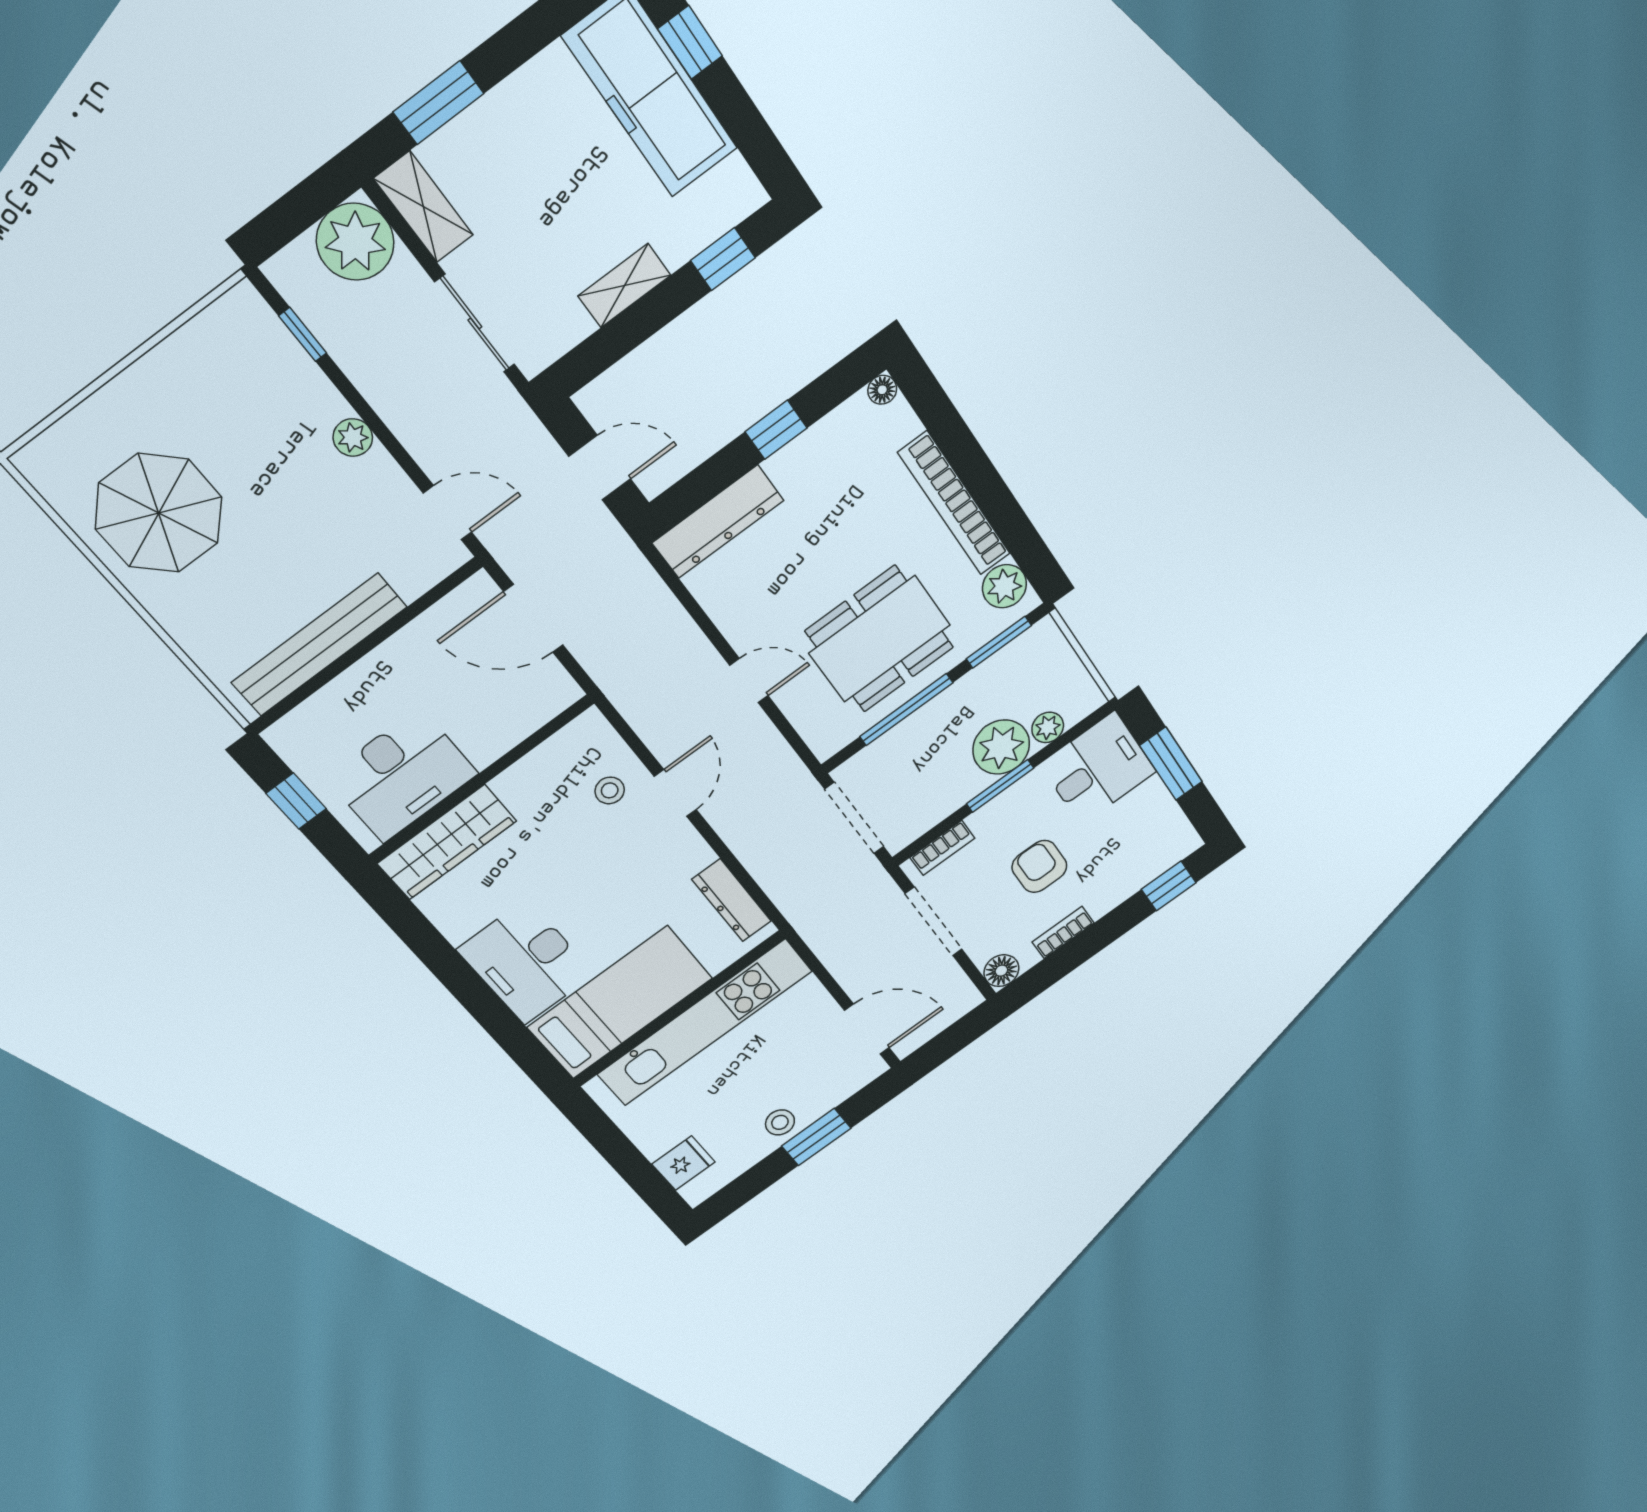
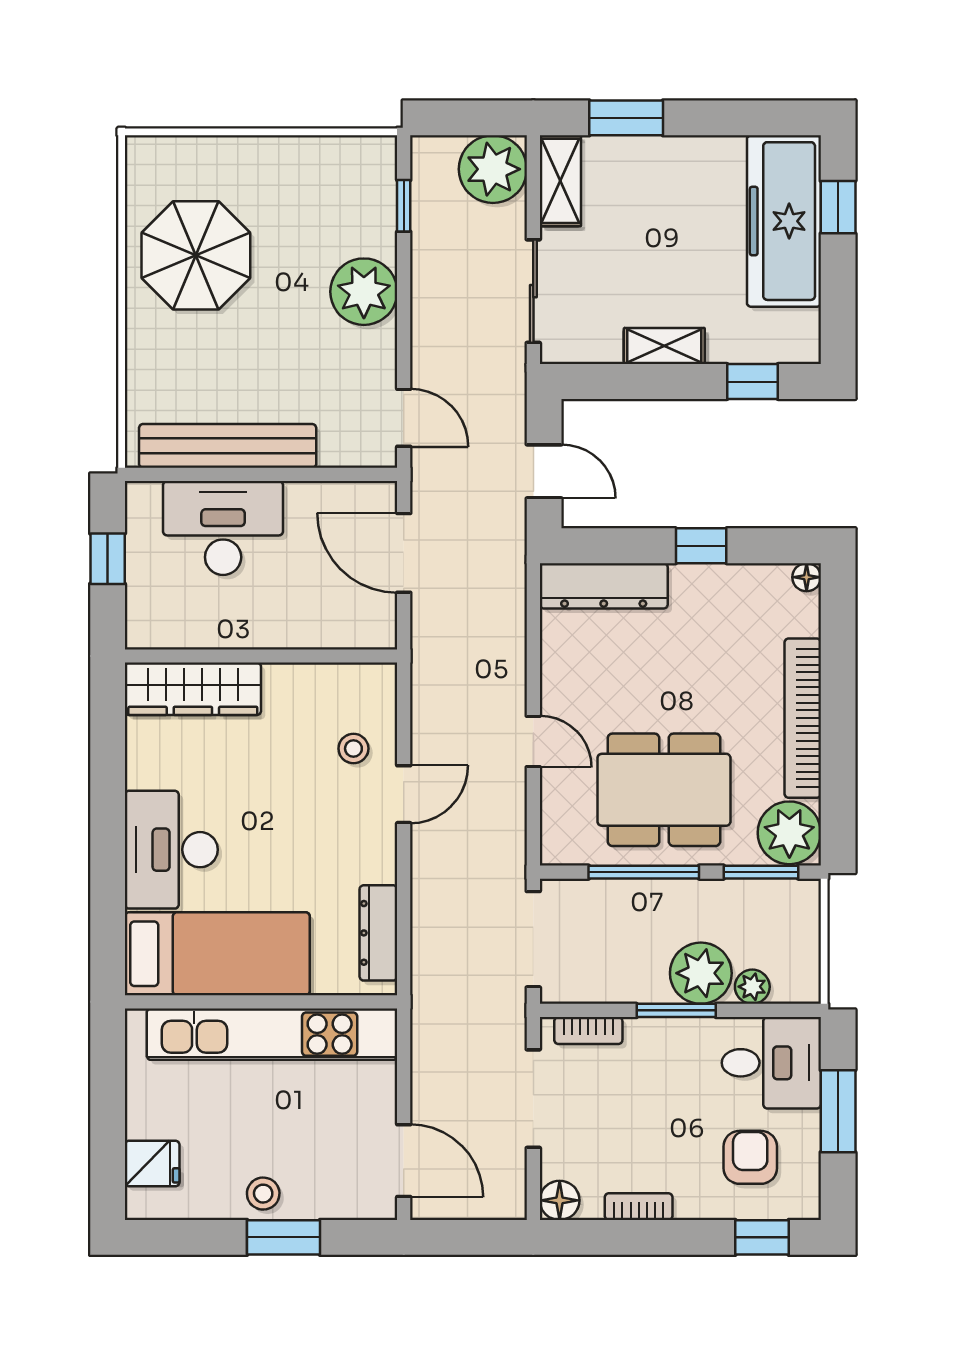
plant: (353, 438) -> (364, 292), width x1.87, depth x1.87
plant: (1004, 586) -> (789, 833), width x1.36, depth x1.36
desk: (402, 775) -> (223, 528), moved, turned 180
armchair: (1039, 866) -> (750, 1157), moved

